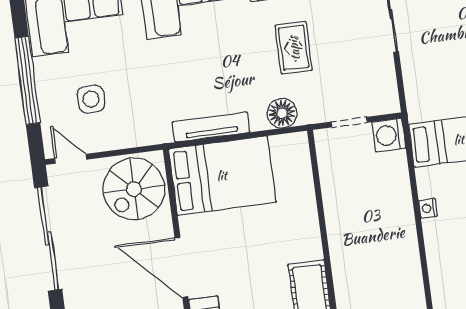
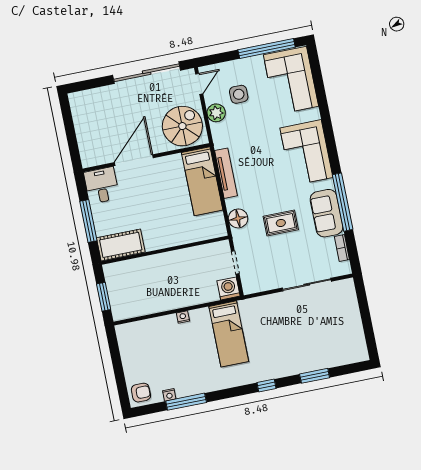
window: (27, 80) -> (267, 49), moved
plant: (117, 136) -> (216, 113), added
bed: (222, 176) -> (202, 181), width x0.67
spiral stairs: (134, 189) -> (182, 126), turned 90

